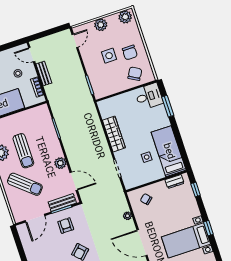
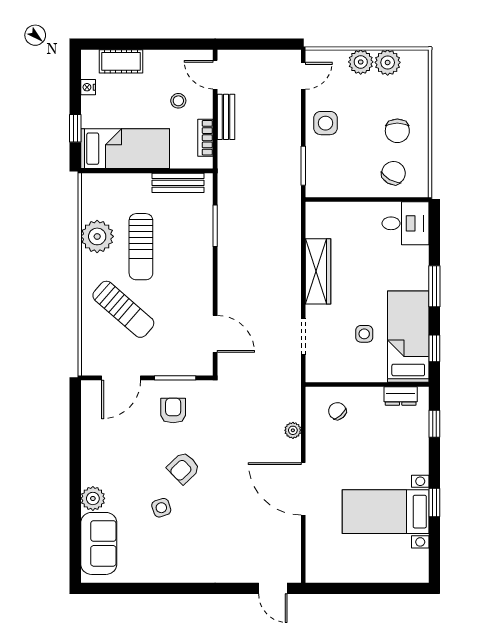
plant: (125, 17) -> (388, 62), moved
side table: (109, 56) -> (326, 123), moved
window: (168, 106) -> (434, 286), moved
window: (183, 153) -> (434, 348), added
plant: (60, 163) -> (202, 292), removed
bench: (62, 202) -> (178, 183), moved

